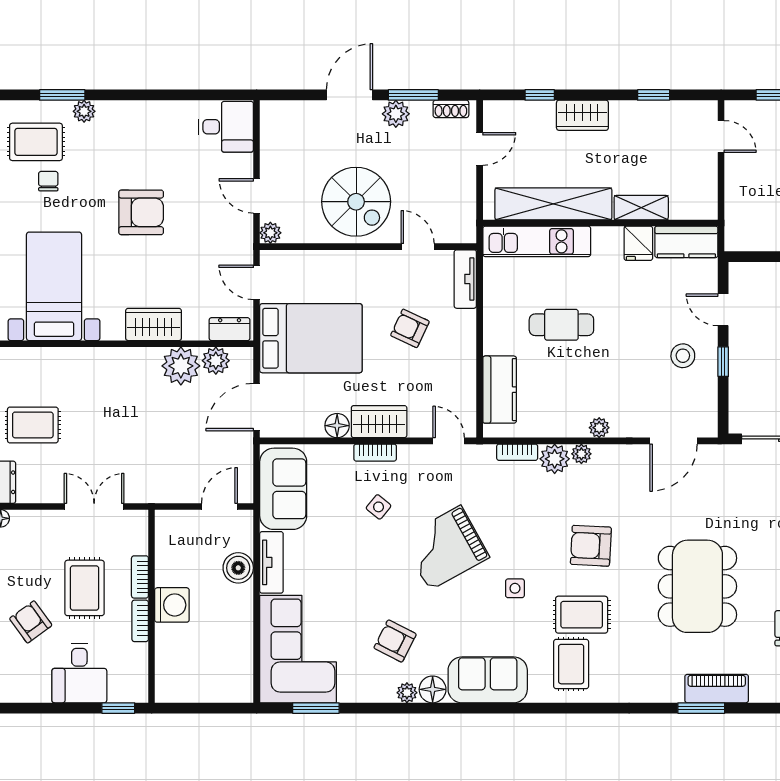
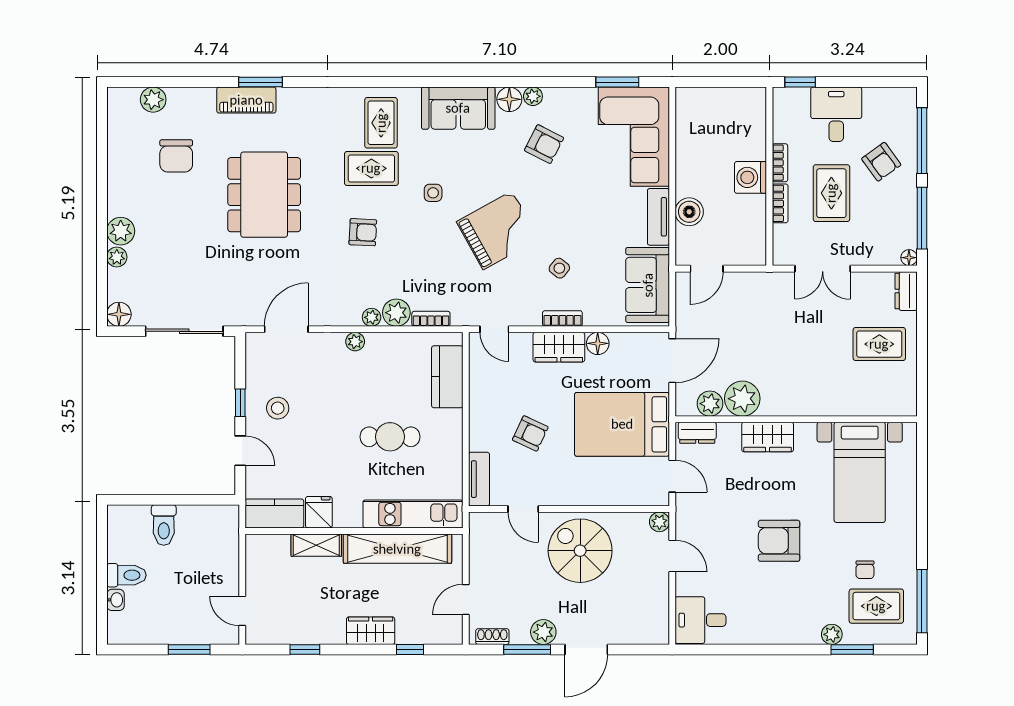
armchair: (591, 546) -> (363, 232), width x0.72, depth x0.72

